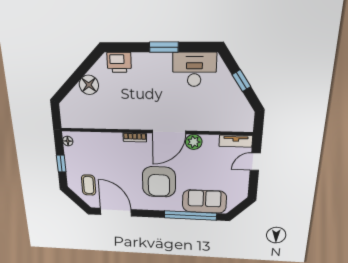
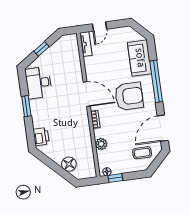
floor lamp: (89, 85) -> (69, 164), moved
plant: (194, 142) -> (101, 144), moved
door: (255, 162) -> (99, 27), hinge flipped
window: (61, 164) -> (115, 178), moved
window: (190, 216) -> (156, 81), moved

